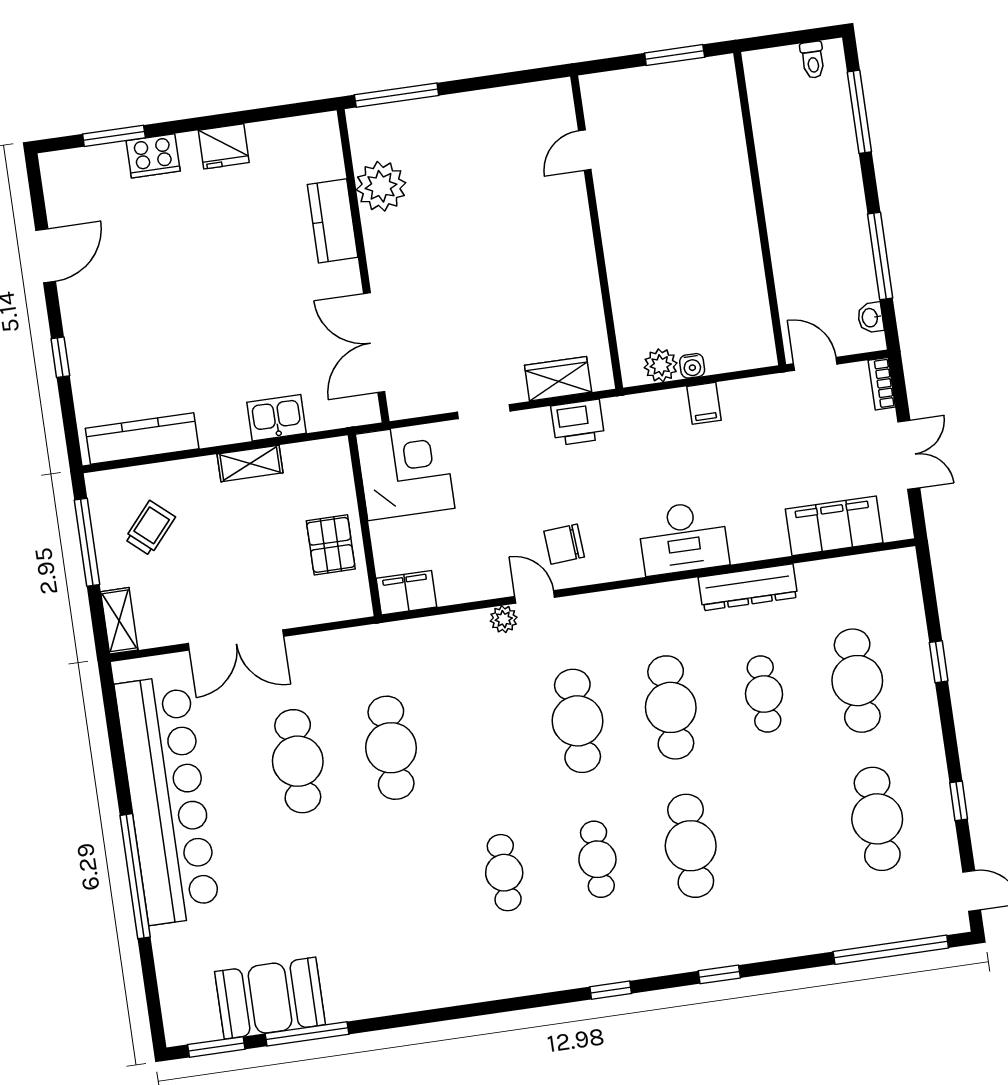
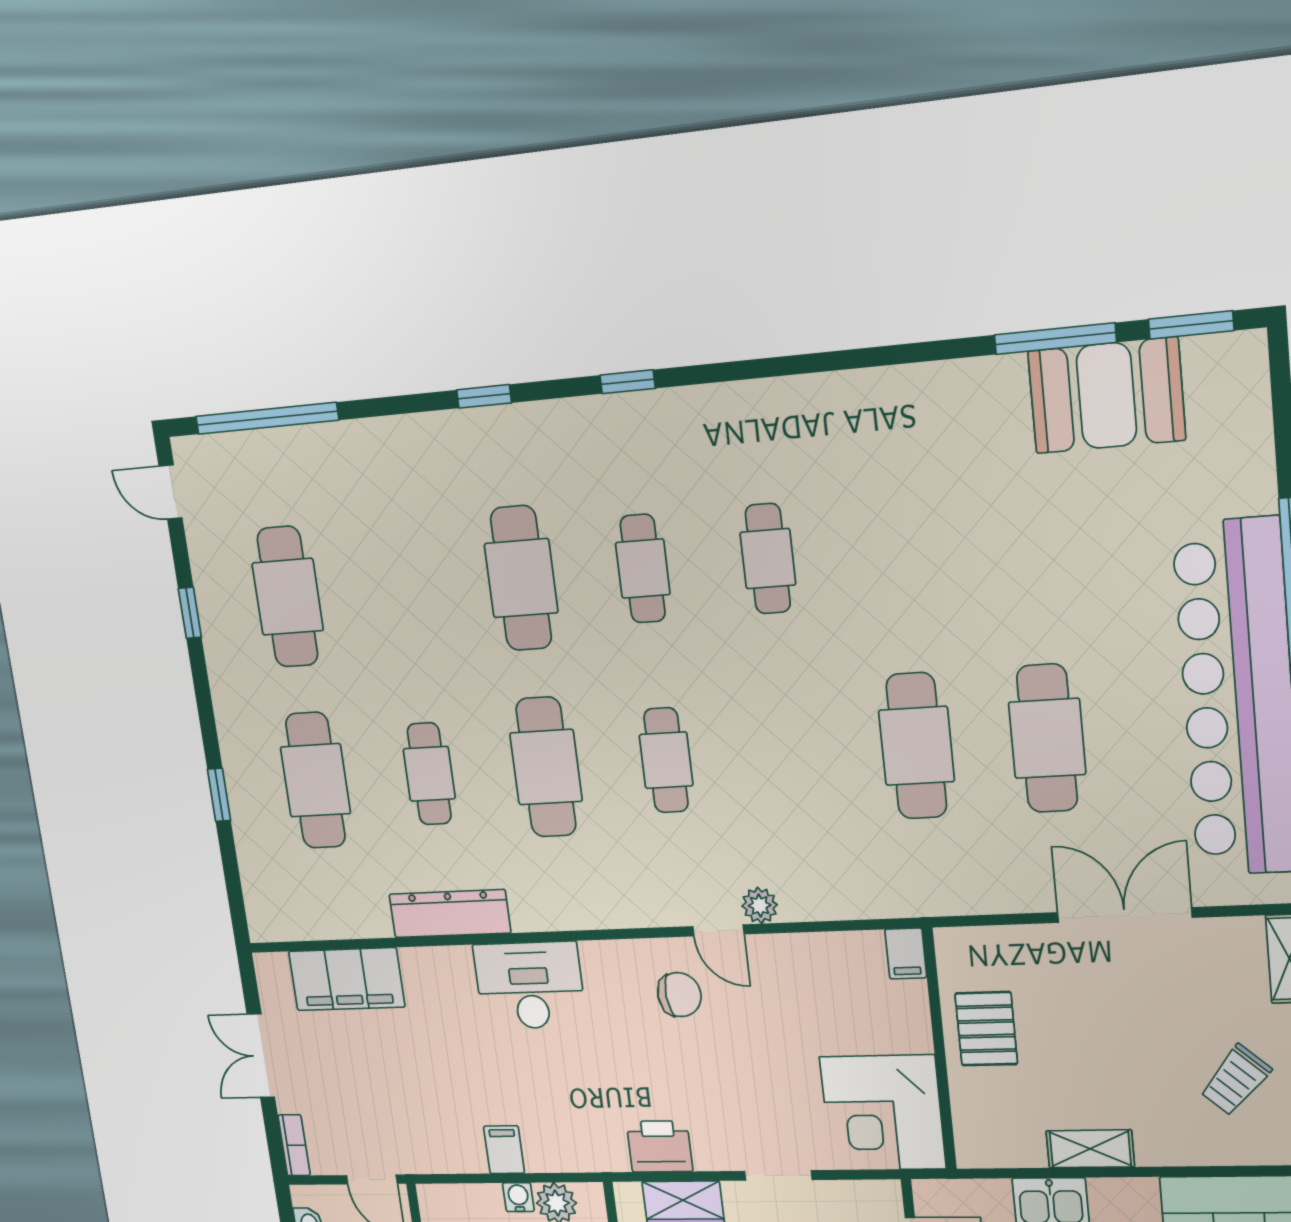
filing cabinet: (406, 593) -> (906, 954), width x0.50
cafe table: (577, 721) -> (666, 760), width x0.73, depth x0.74

